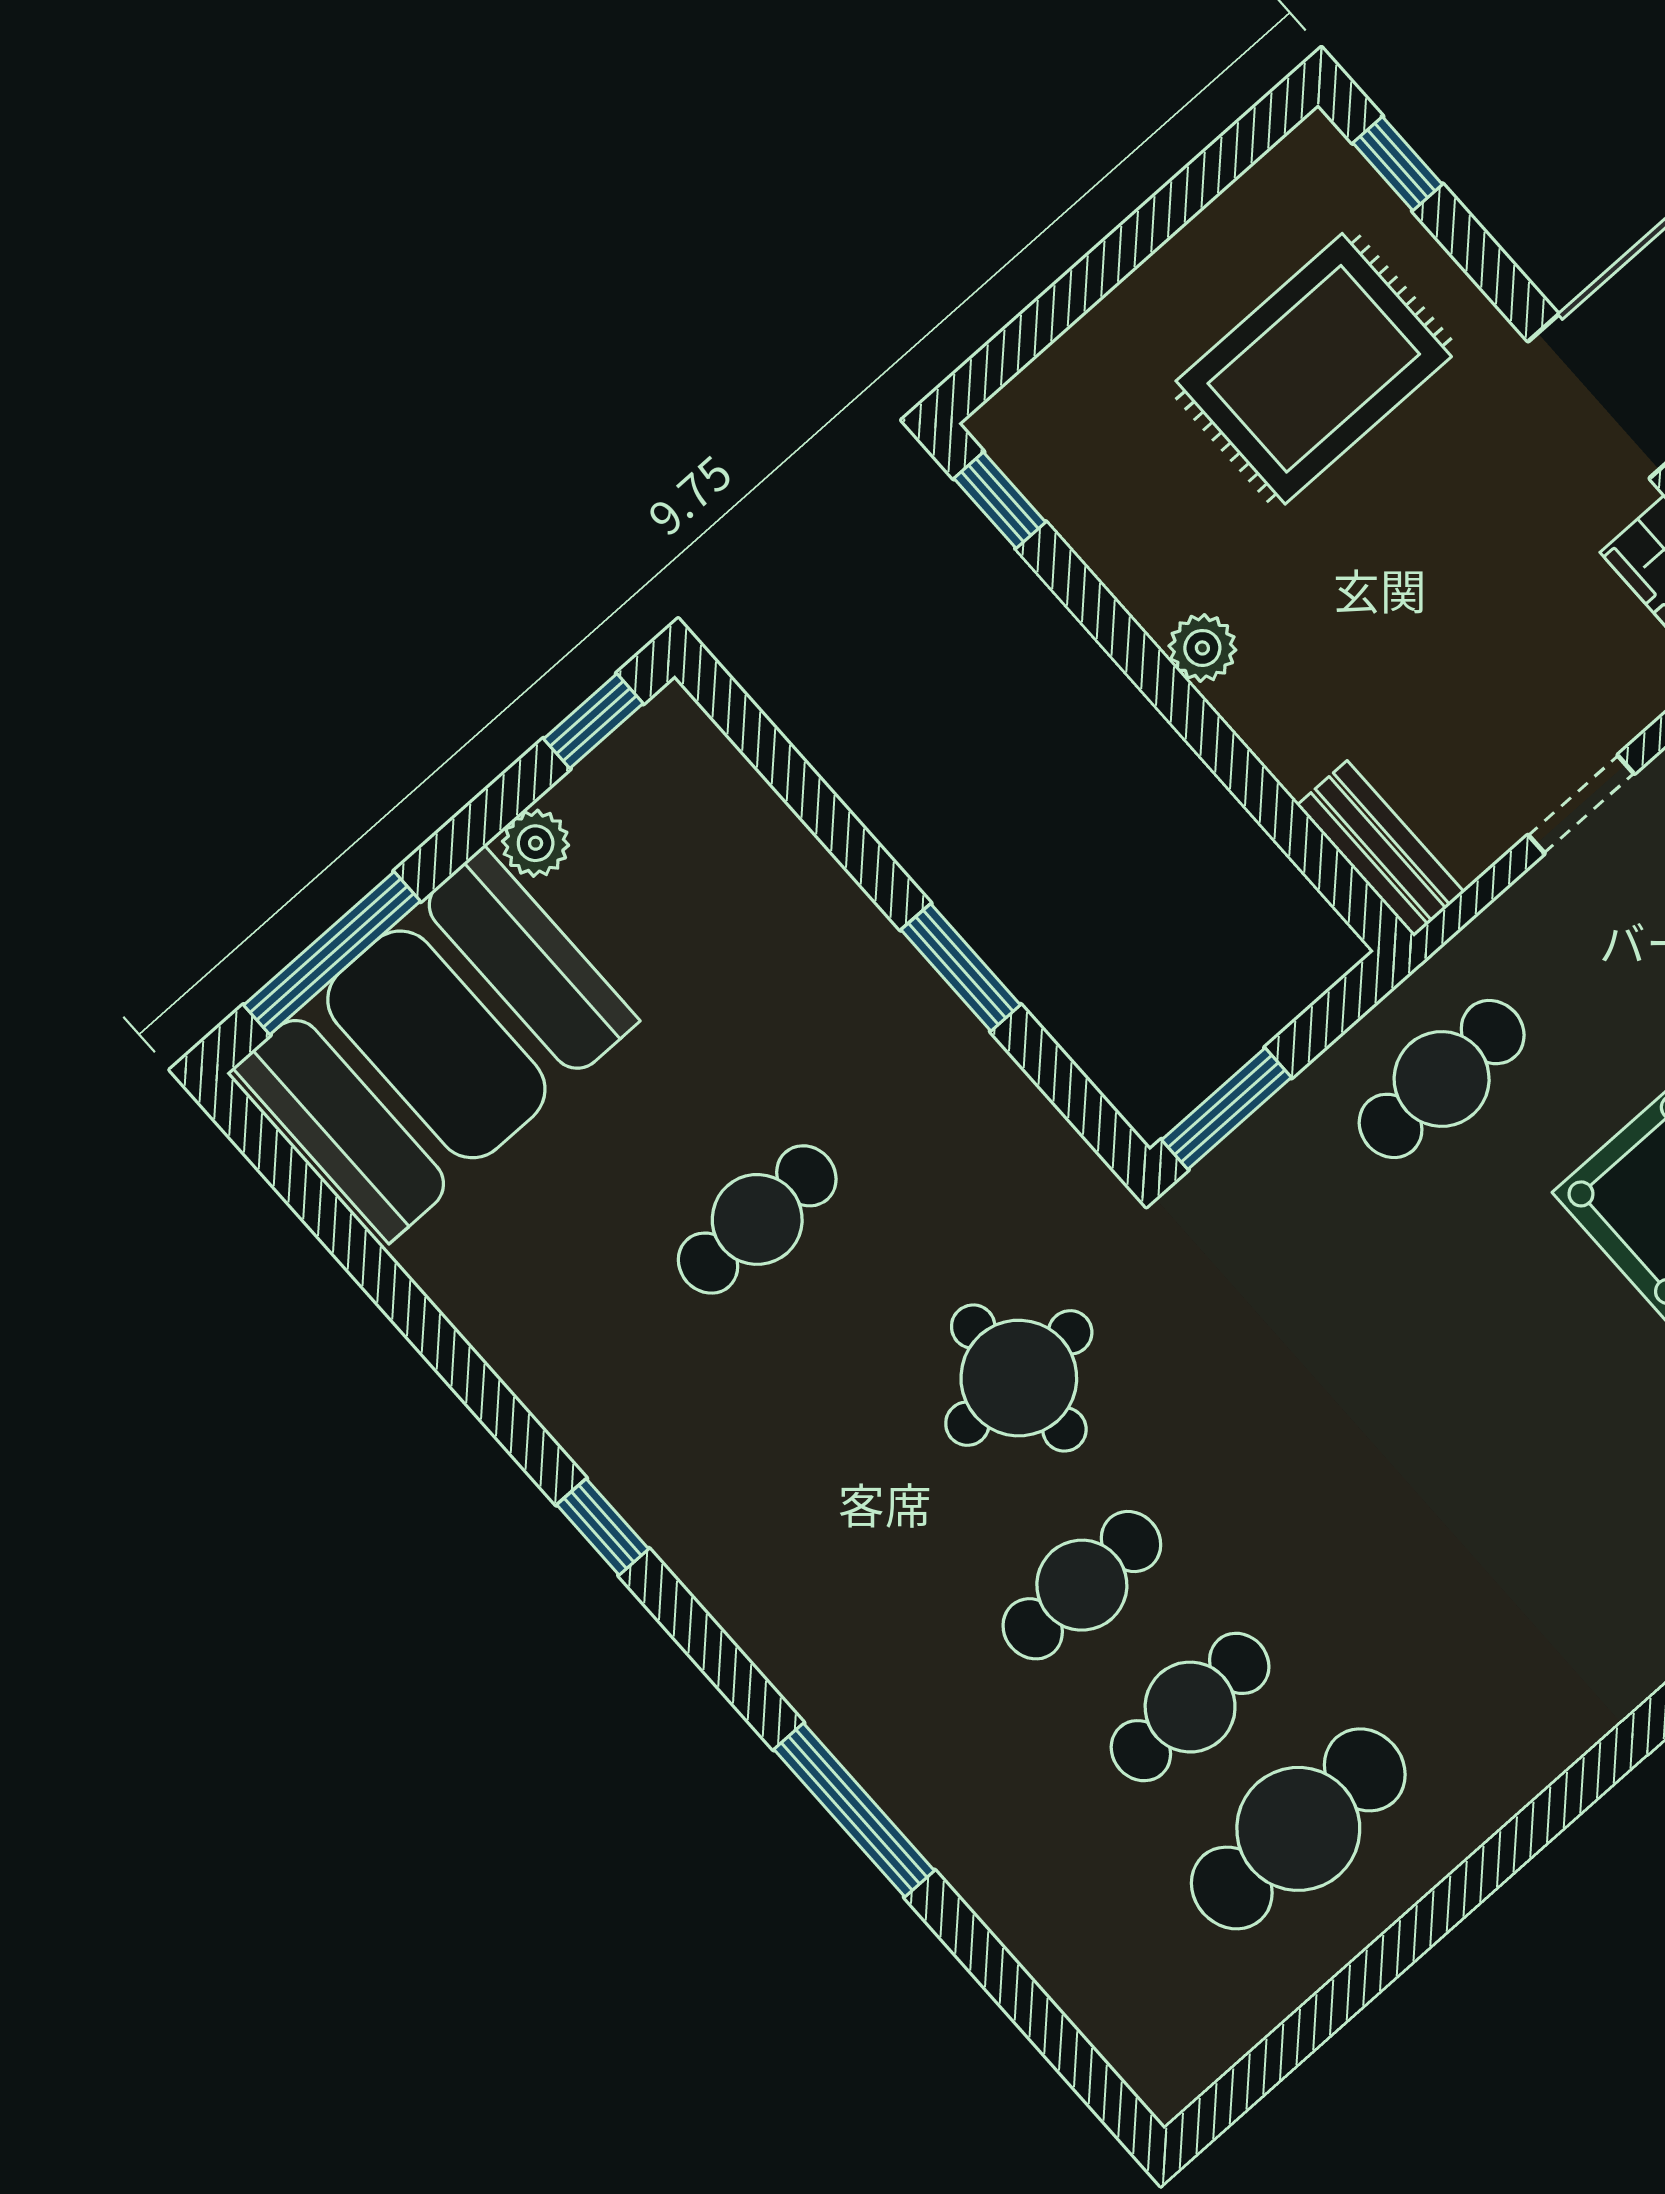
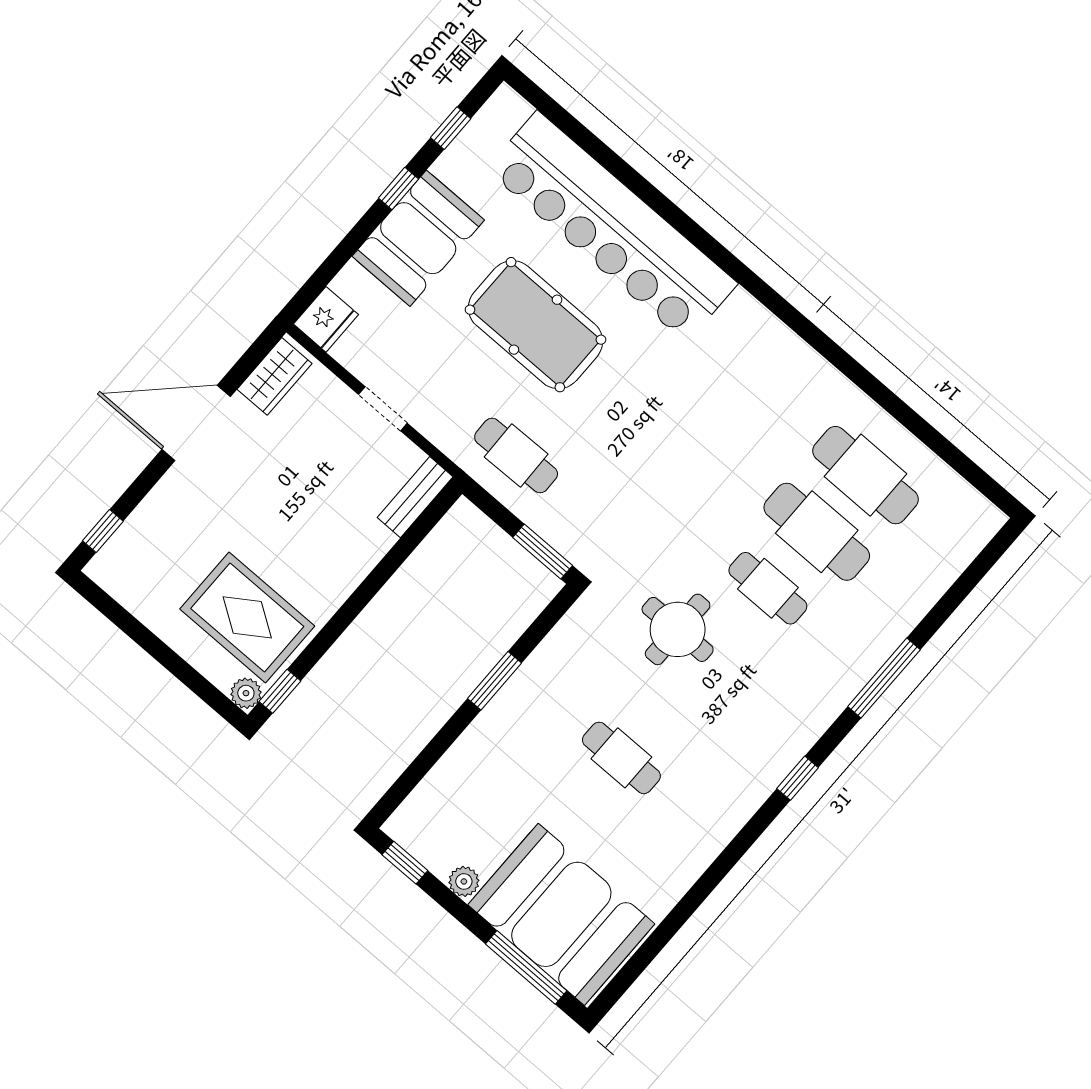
rug: (1314, 369) -> (247, 617), moved
plant: (1202, 648) -> (246, 693), moved
window: (603, 1527) -> (798, 778), moved
cafe table: (1190, 1707) -> (817, 532), width x1.37, depth x1.35

